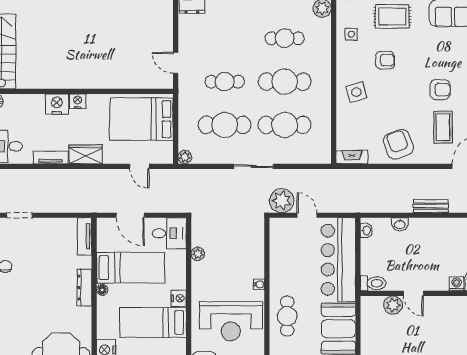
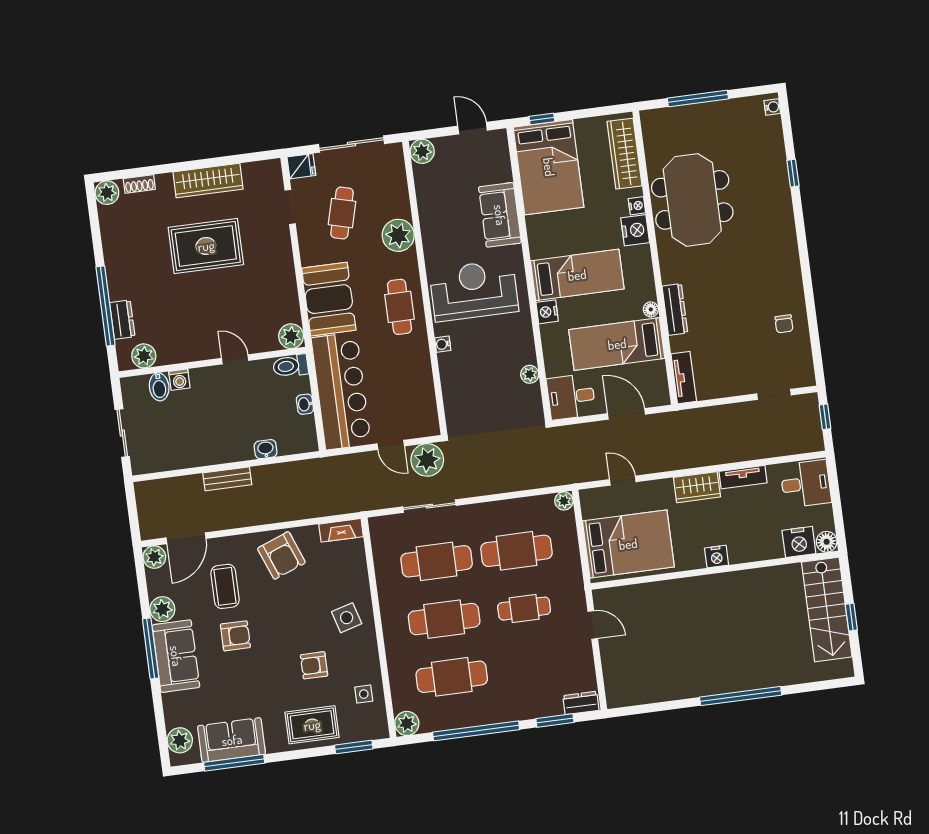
cafe table: (285, 38) -> (452, 677), width x1.37, depth x1.35
armchair: (440, 90) -> (235, 636), turned 180
nightstand: (57, 104) -> (799, 542), moved
sliding door: (254, 166) -> (429, 506), moved
washbasin: (366, 230) -> (305, 404), moved
plant: (393, 305) -> (291, 336), moved

